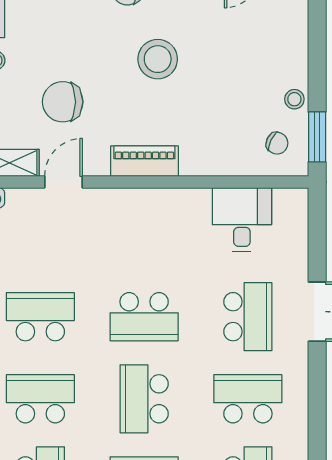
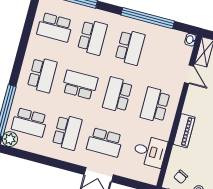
piano: (144, 161) -> (184, 131), moved
school desk: (144, 235) -> (155, 105), added

